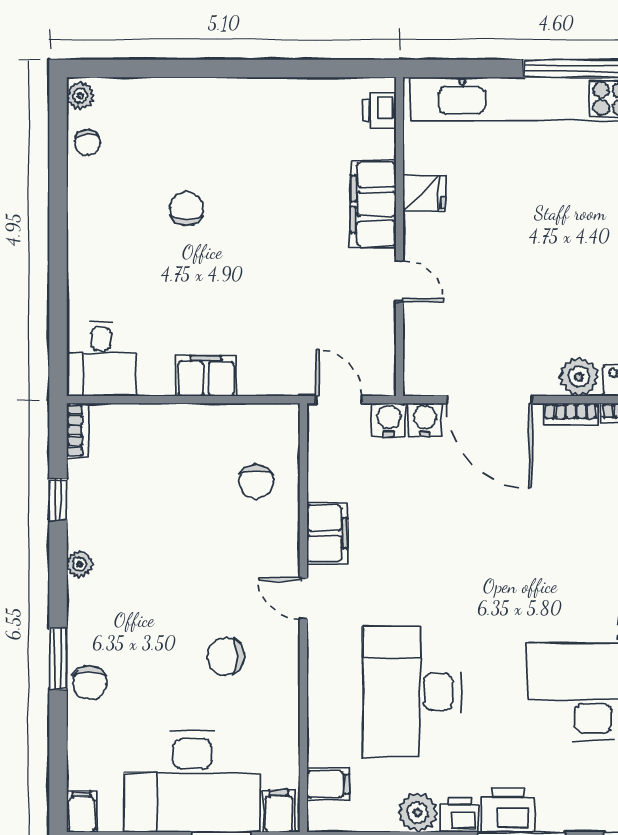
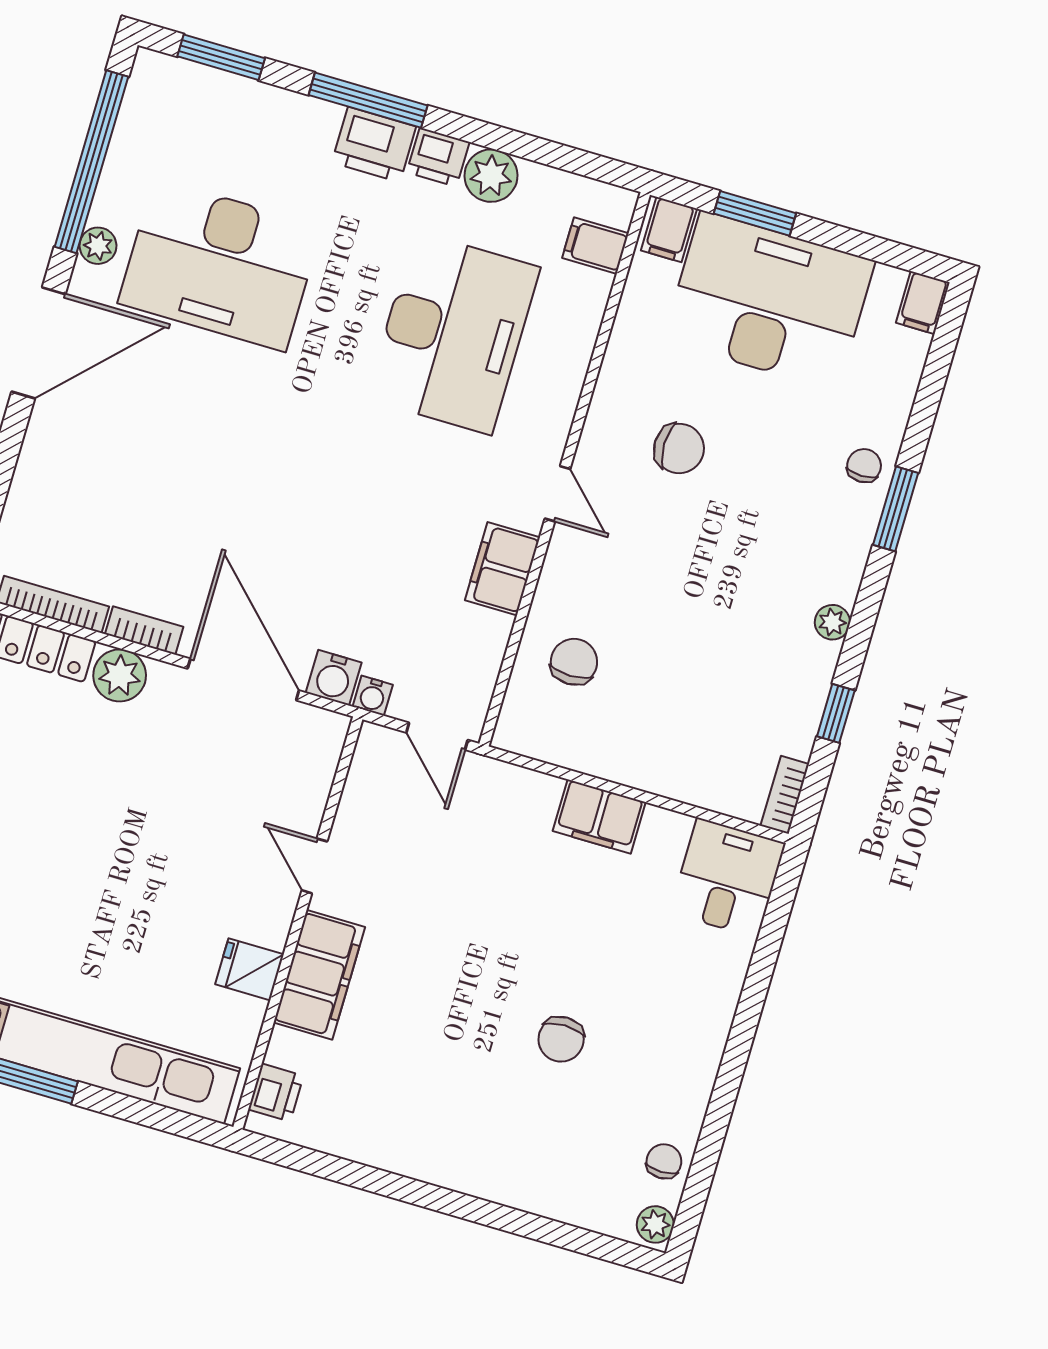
water cooler: (389, 420) -> (373, 696), width x0.72, depth x0.72
chair: (90, 683) -> (864, 466), width x0.73, depth x0.73

